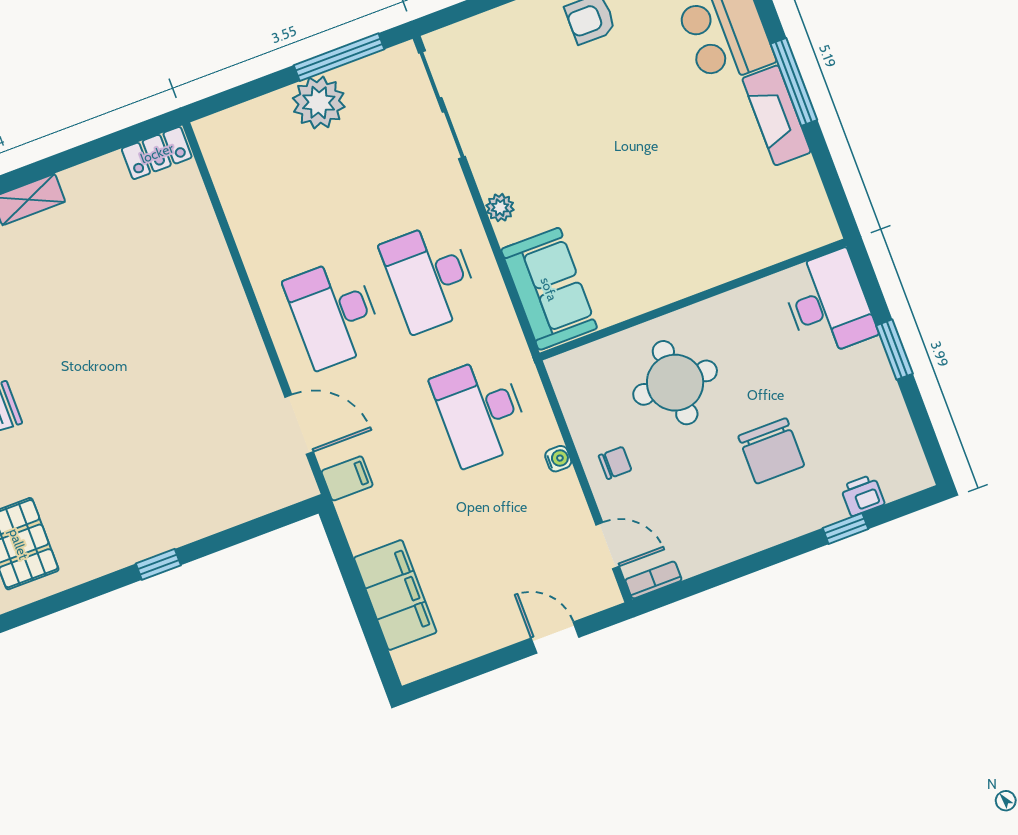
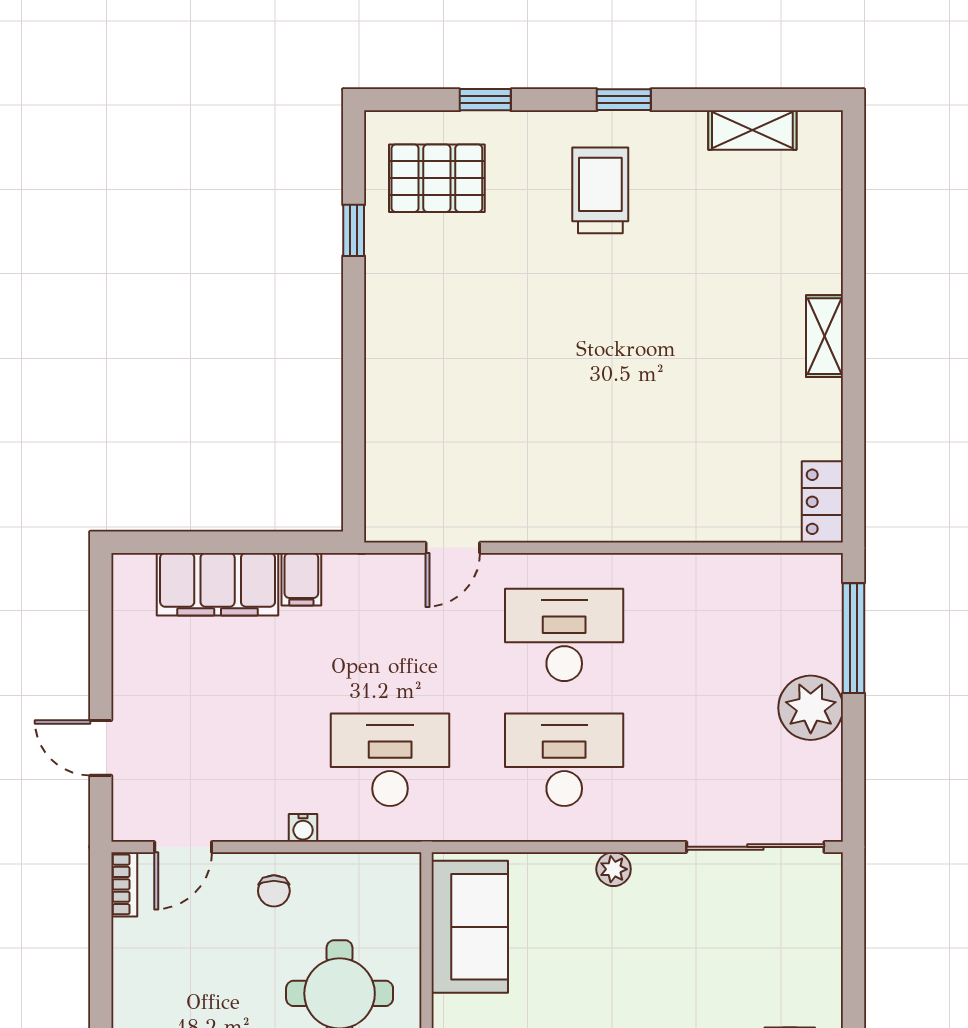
window: (339, 57) -> (854, 638), moved
sofa: (549, 289) -> (470, 927), moved, turned -90
door: (299, 424) -> (453, 548), width x0.73
filing cabinet: (347, 478) -> (301, 579), moved
window: (158, 564) -> (354, 230), moved
door: (555, 638) -> (101, 748), swing flipped

